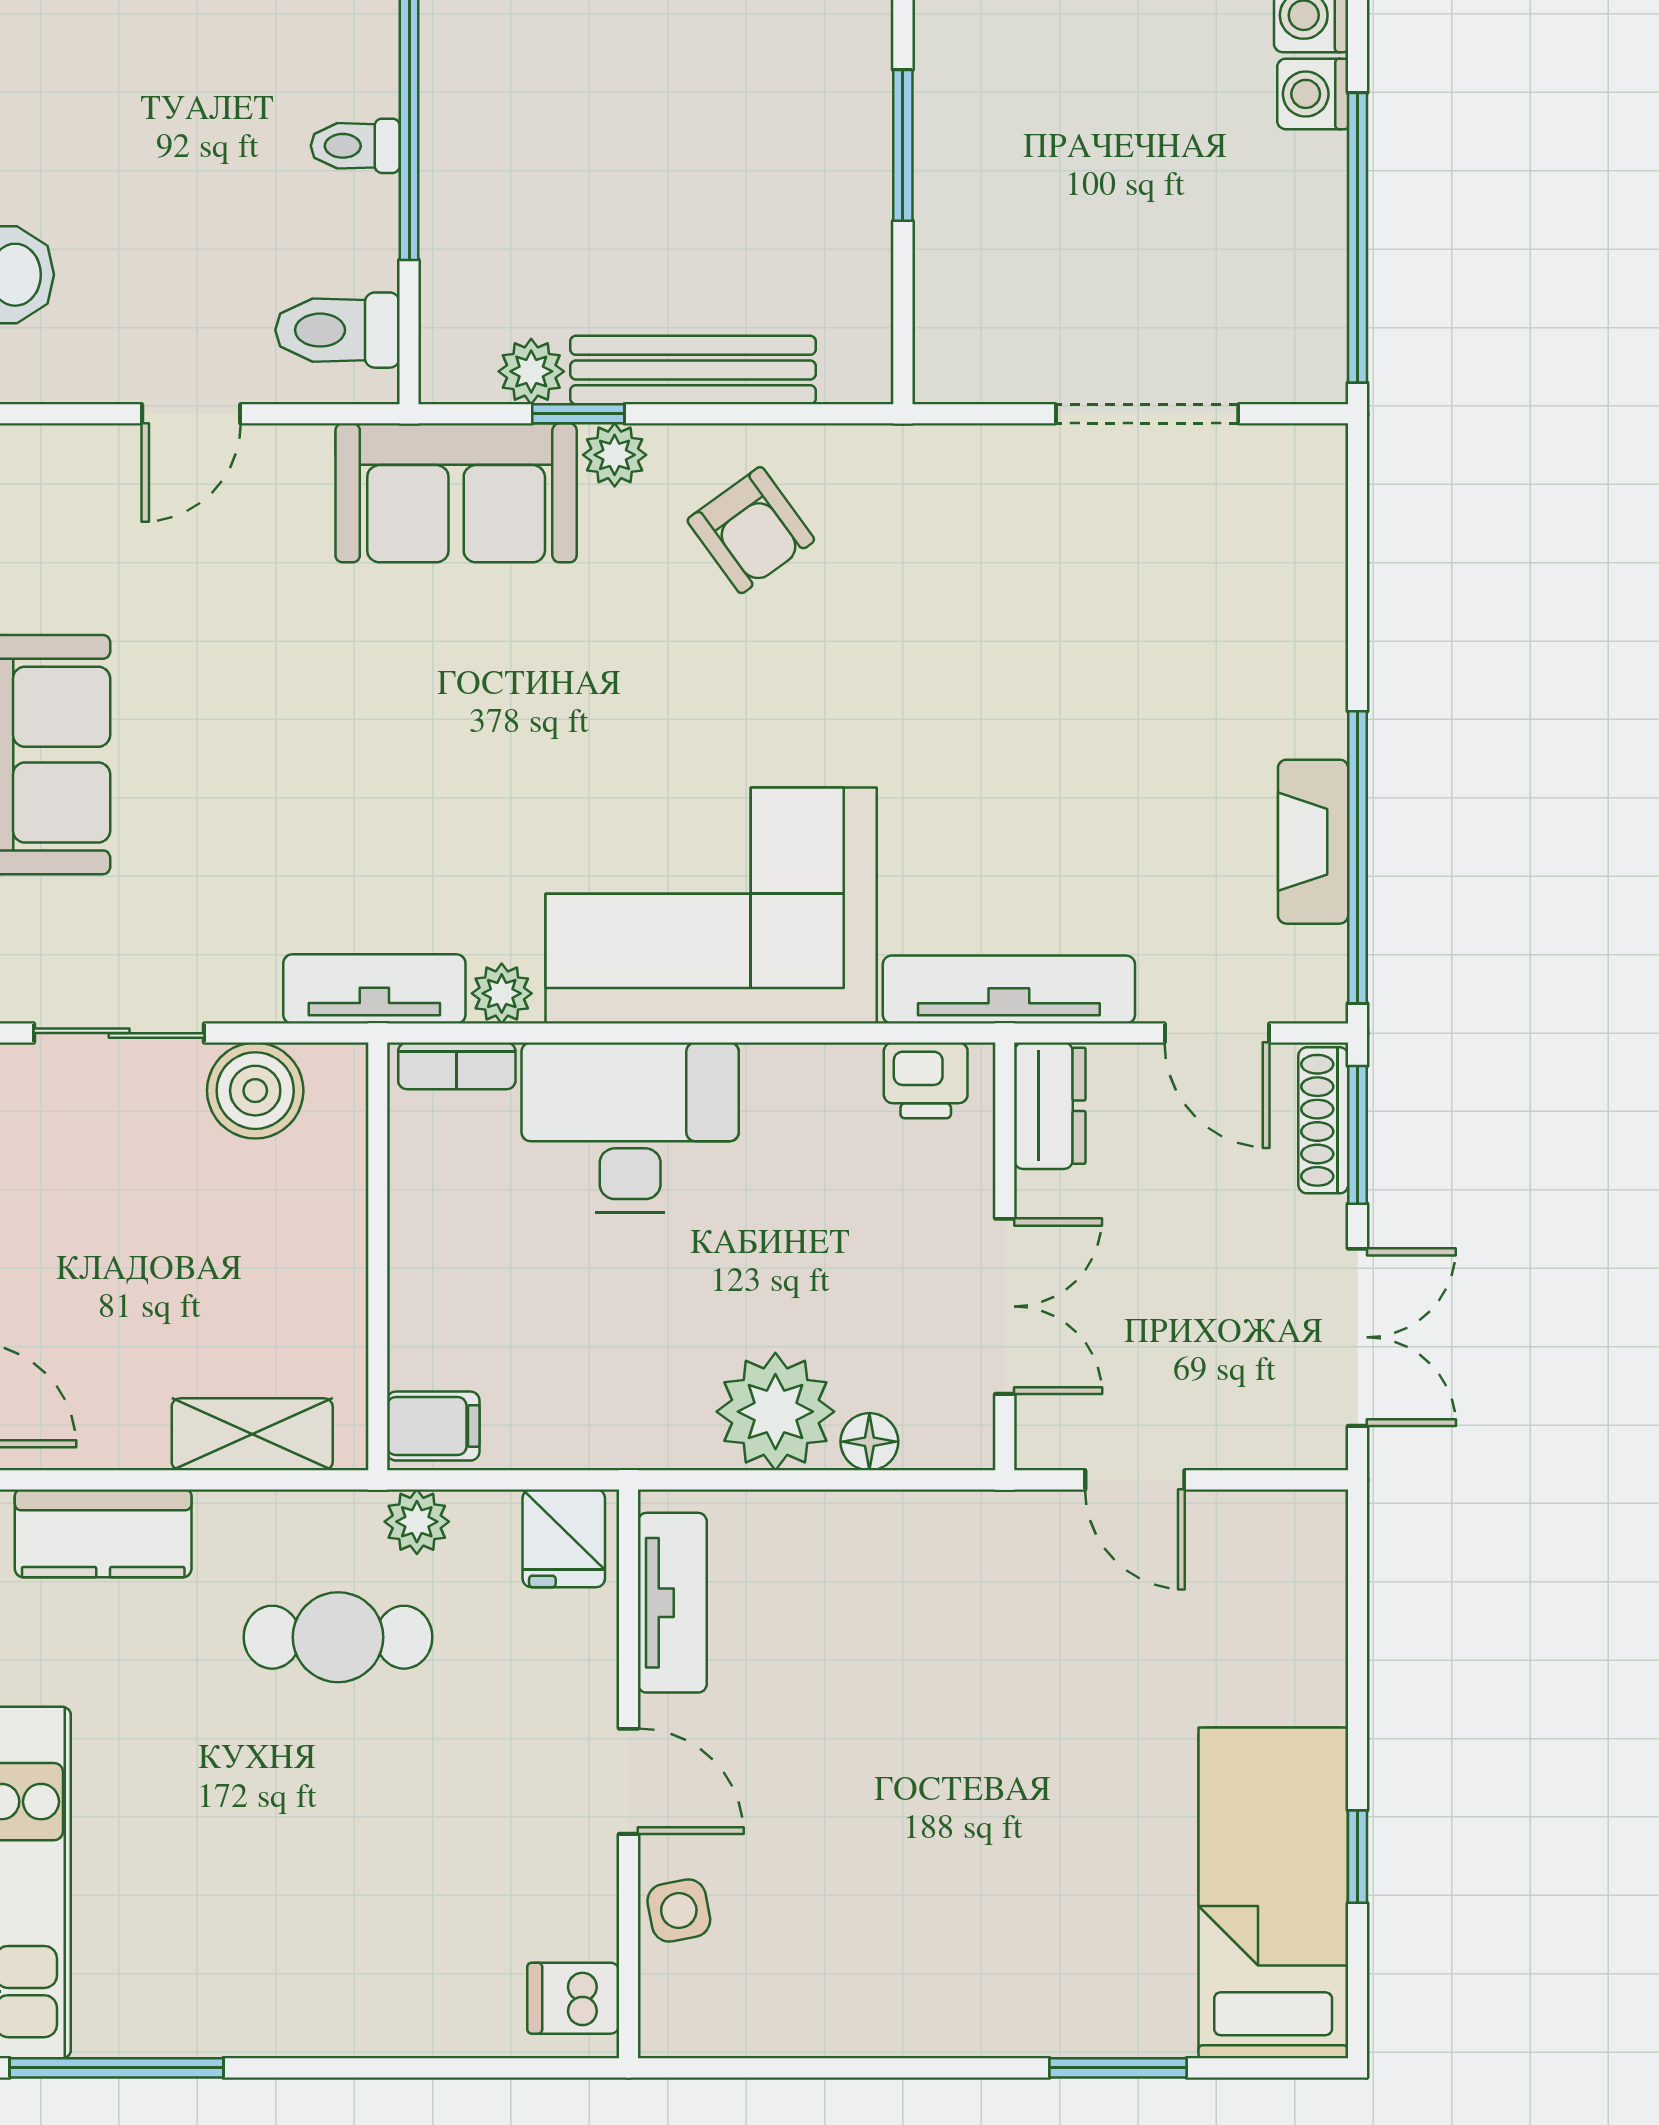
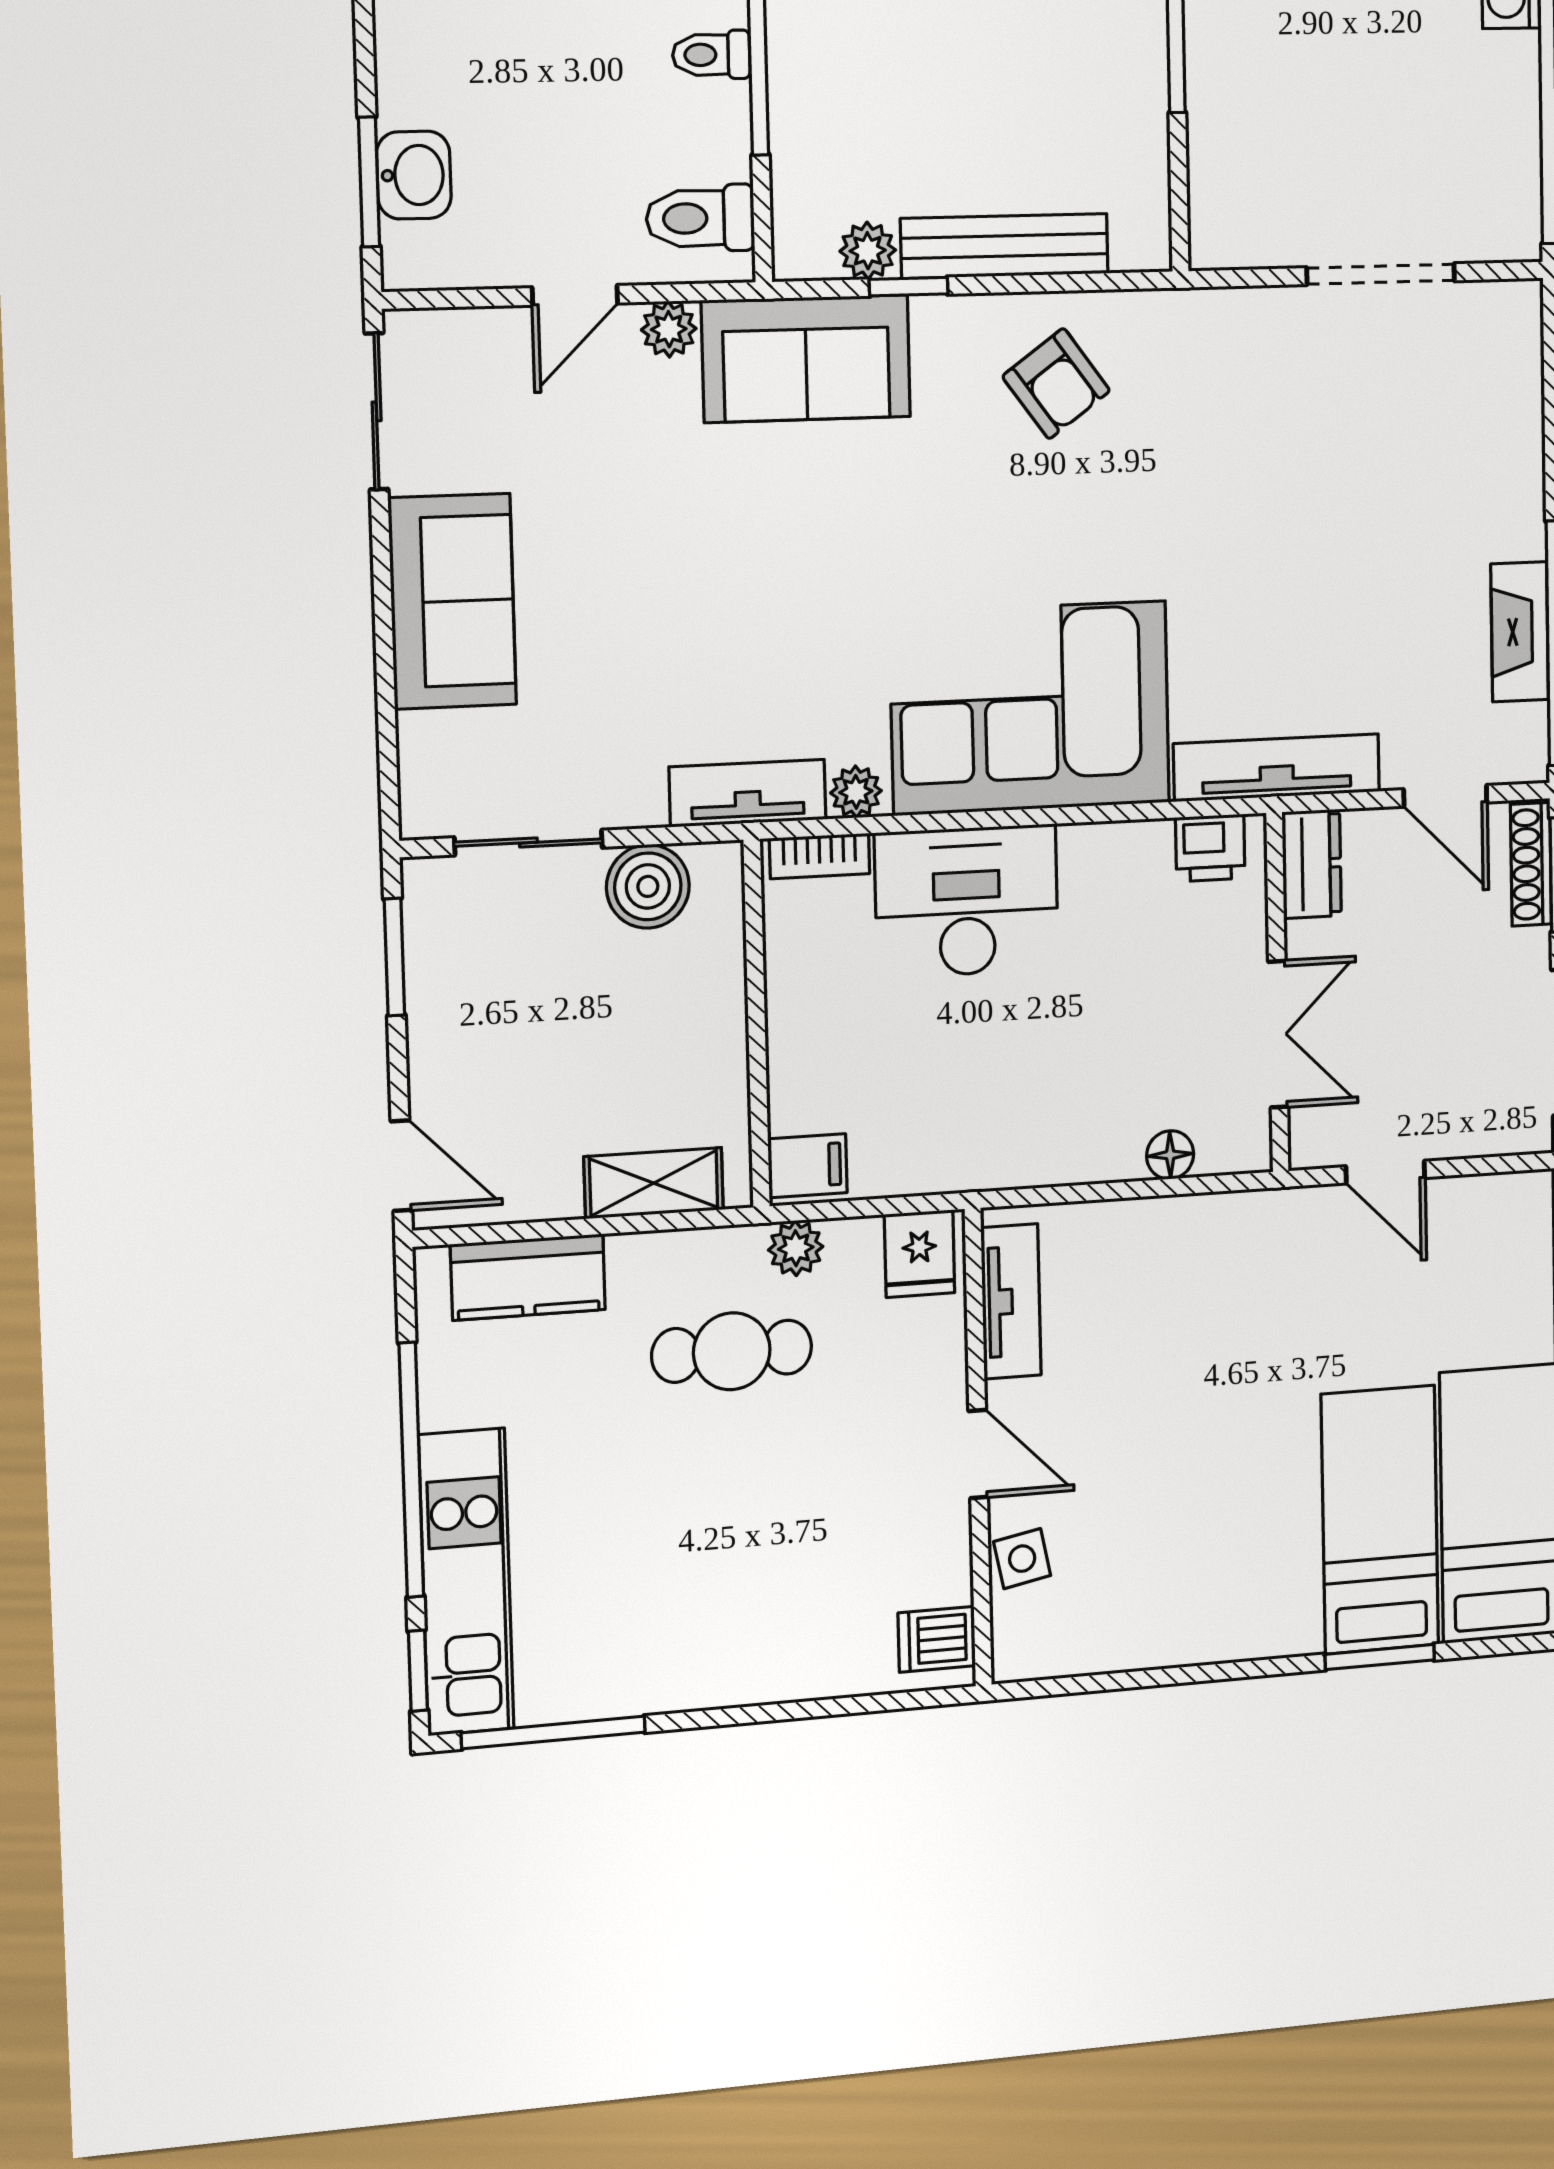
plant: (615, 455) -> (669, 329), moved
plant: (775, 1412) -> (1093, 1135), removed
bed: (1121, 1900) -> (1380, 1520), added

